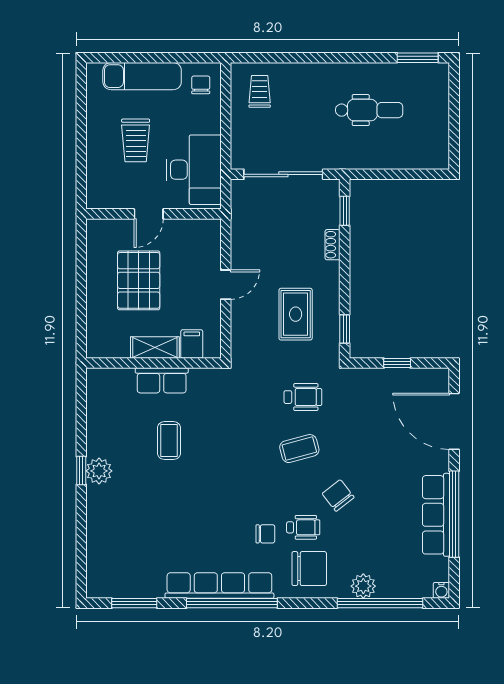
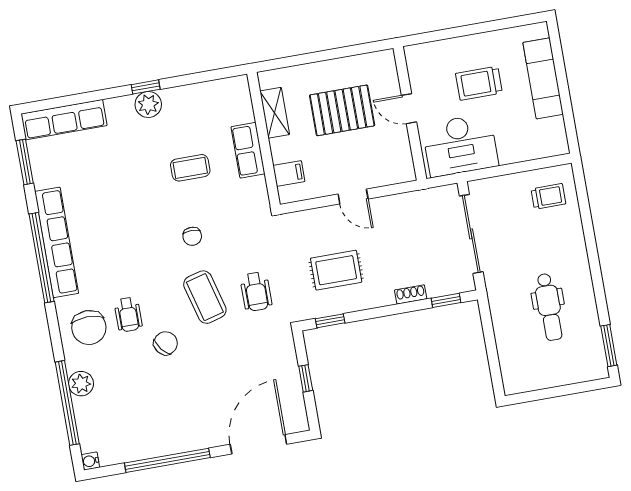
chair: (201, 85) -> (545, 137), removed
shelving: (155, 348) -> (275, 113), moved
coffee table: (299, 449) -> (205, 297), width x1.36, depth x1.30
row of seats: (436, 515) -> (64, 120), moved, turned 180
chair: (265, 534) -> (192, 236), moved

